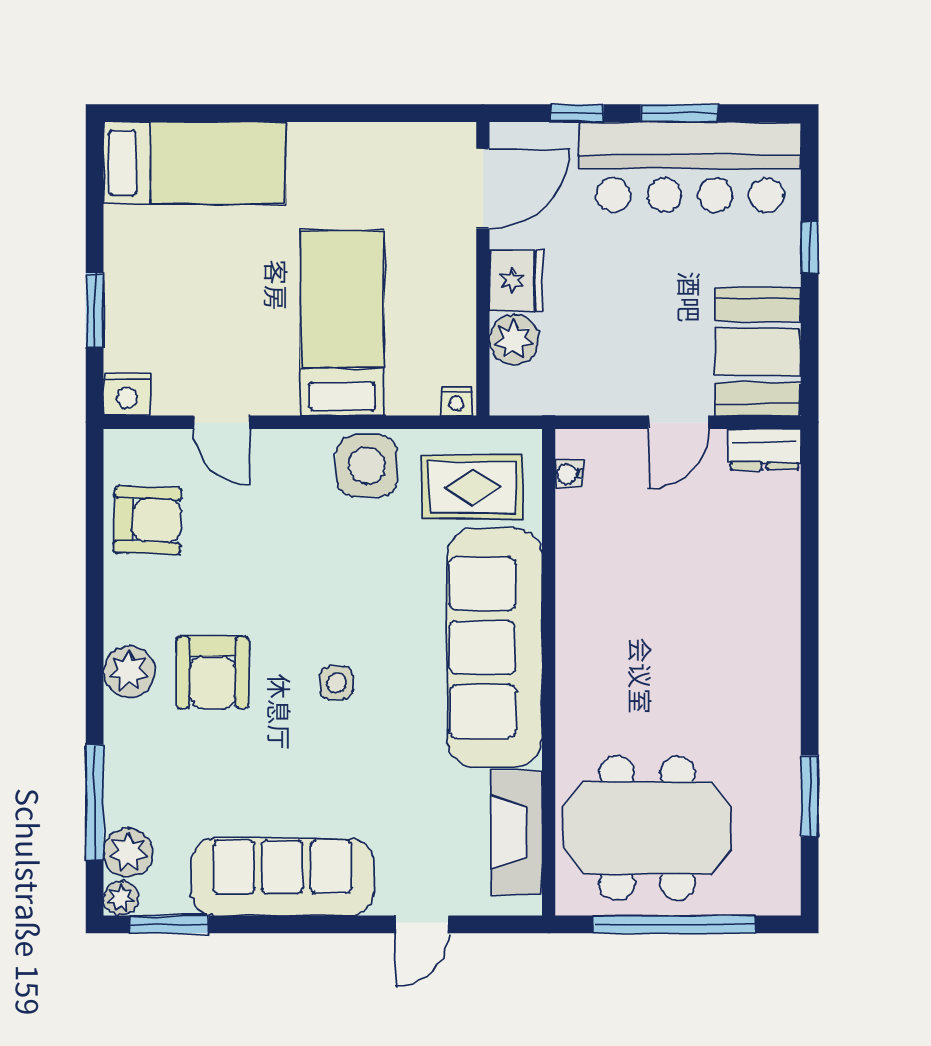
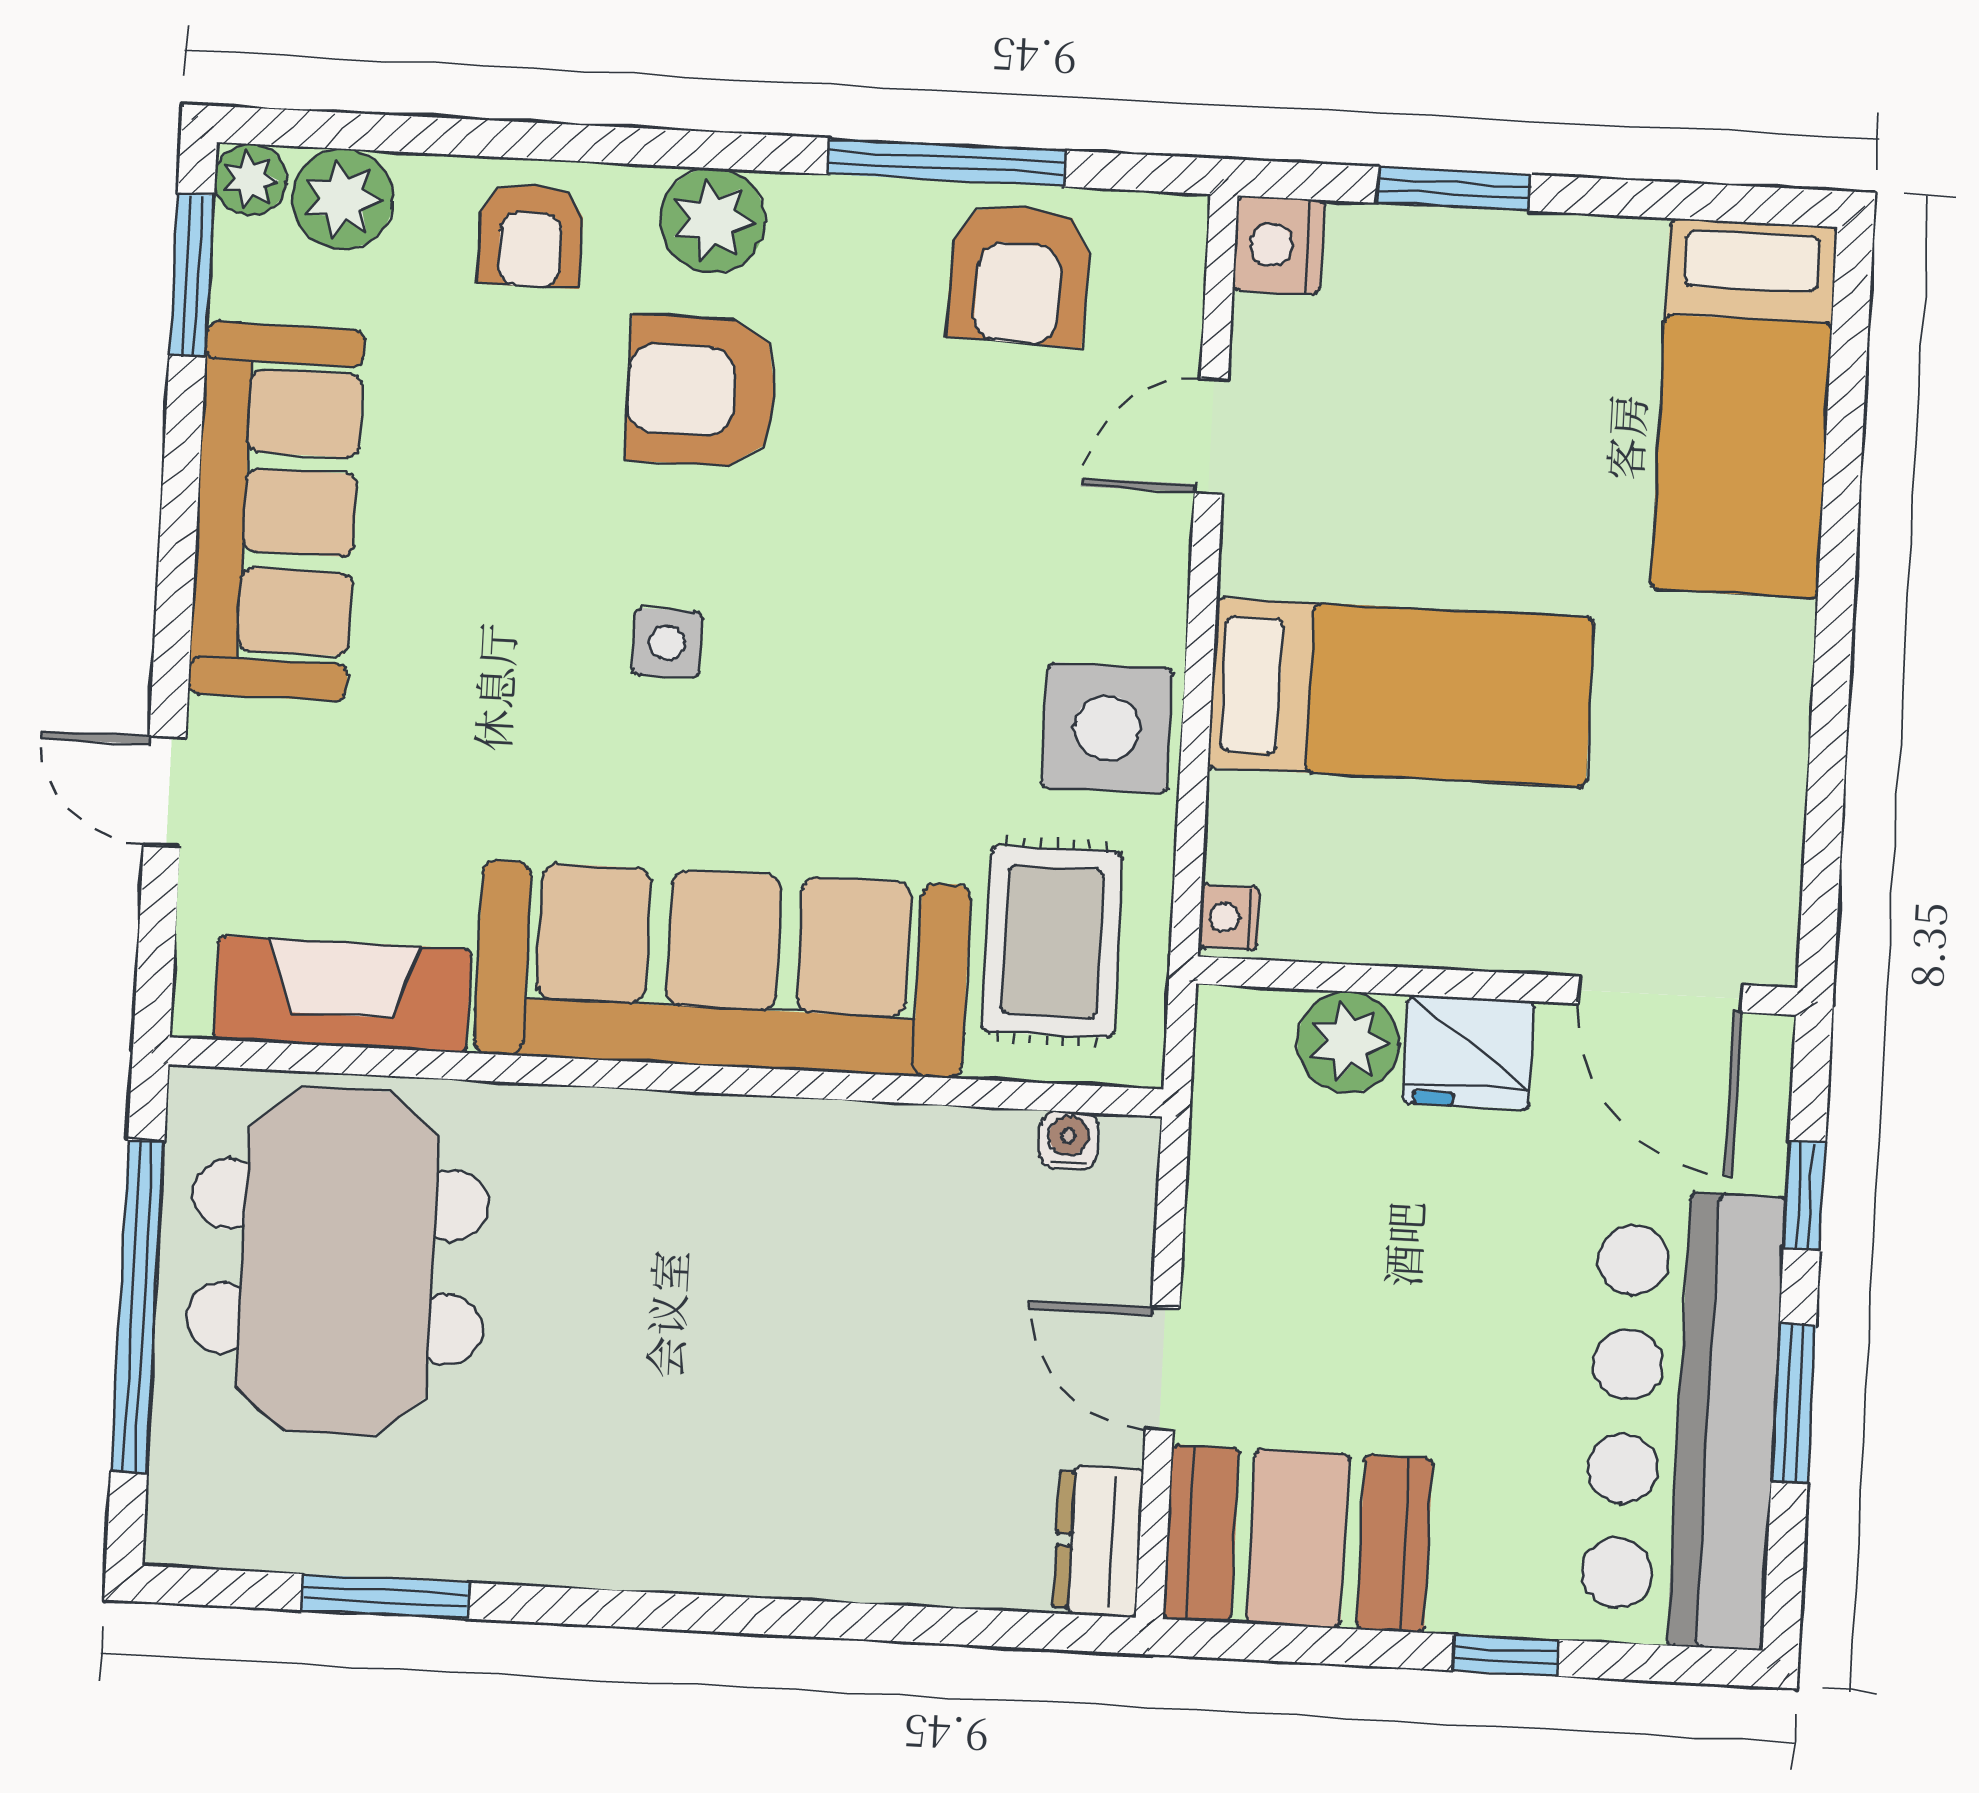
armchair: (141, 760) -> (531, 235), added
window: (95, 802) -> (947, 162), moved

